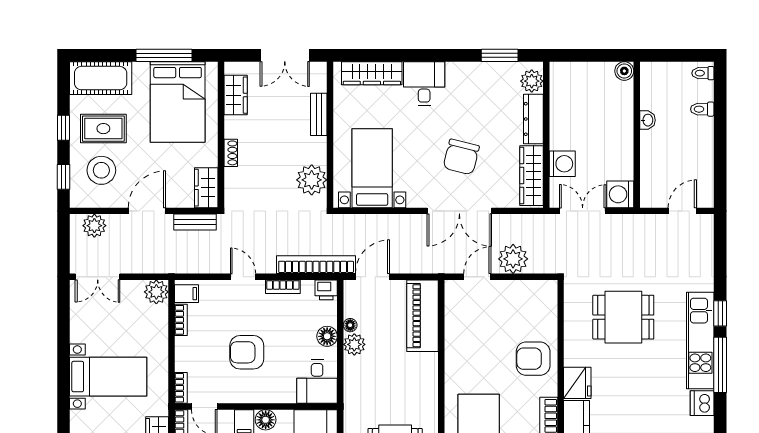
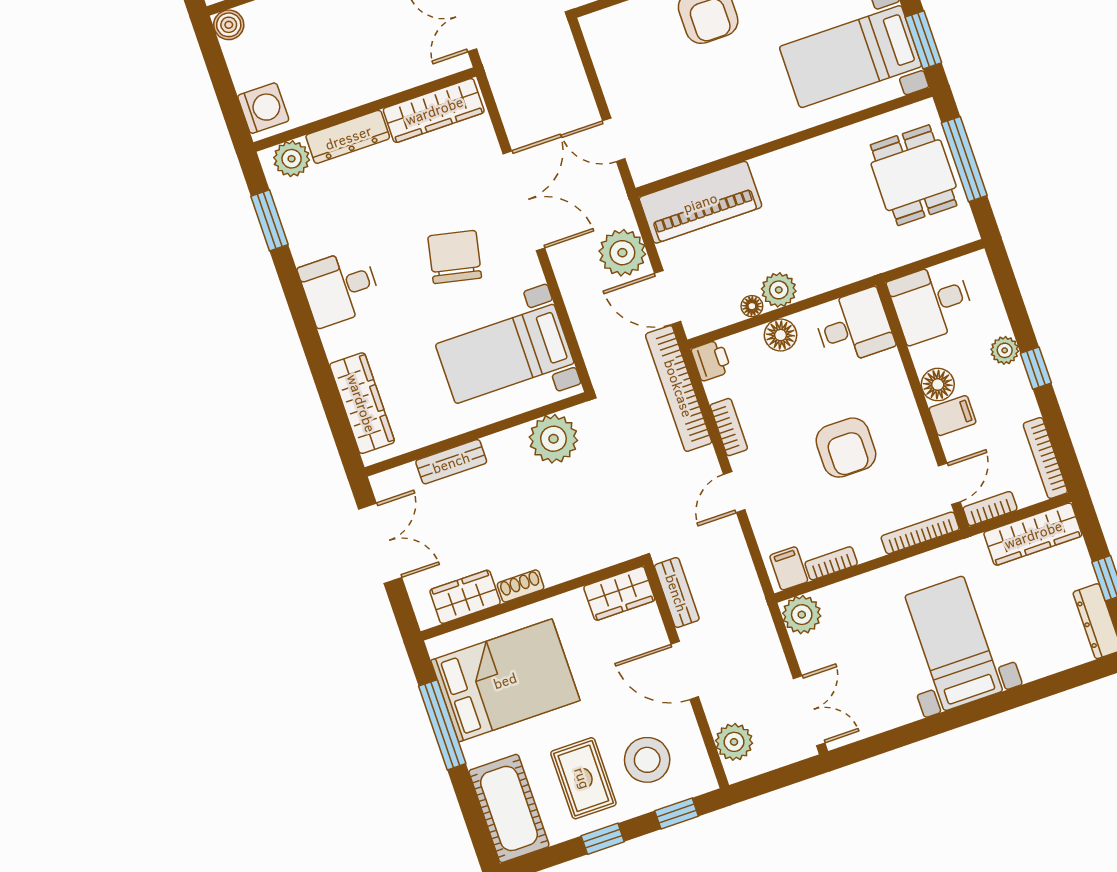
desk: (424, 84) -> (340, 288), moved
shoe rack: (231, 153) -> (521, 586), moved
chair: (461, 157) -> (455, 257), moved, turned -92
washing machine: (562, 164) -> (263, 108), moved, turned 90
plant: (513, 259) -> (622, 253), moved
bookcase: (181, 388) -> (920, 533), width x1.56

